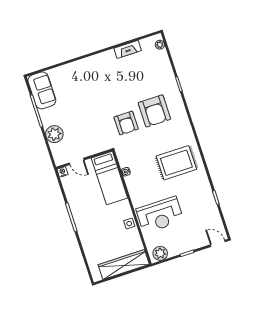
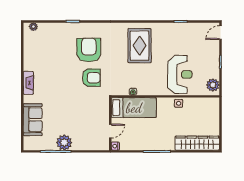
fireplace: (128, 49) -> (28, 83), moved
sofa: (42, 90) -> (33, 120), moved, turned 90
armchair: (154, 111) -> (89, 50), turned -90
plant: (54, 134) -> (64, 143), moved
wardrobe: (124, 264) -> (197, 143), moved, turned 90

